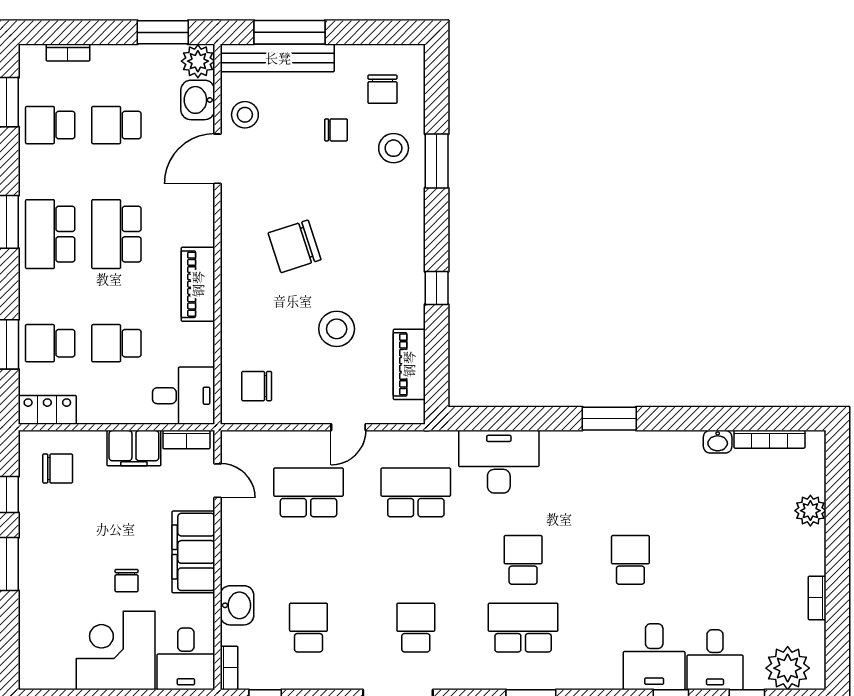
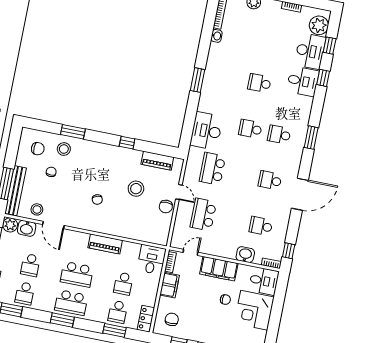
chair: (295, 246) -> (97, 200), width x0.54, depth x0.54
chair: (257, 386) -> (166, 207), moved
school desk: (523, 628) -> (279, 135), width x0.54
desk: (715, 660) -> (310, 51), width x1.37

